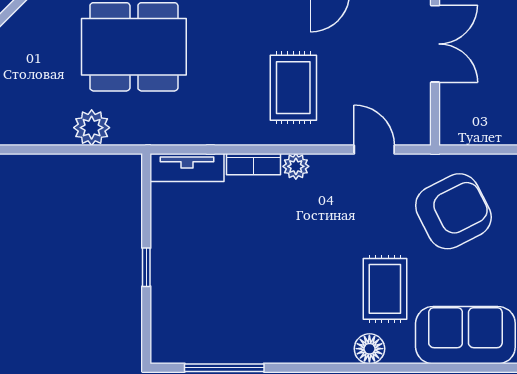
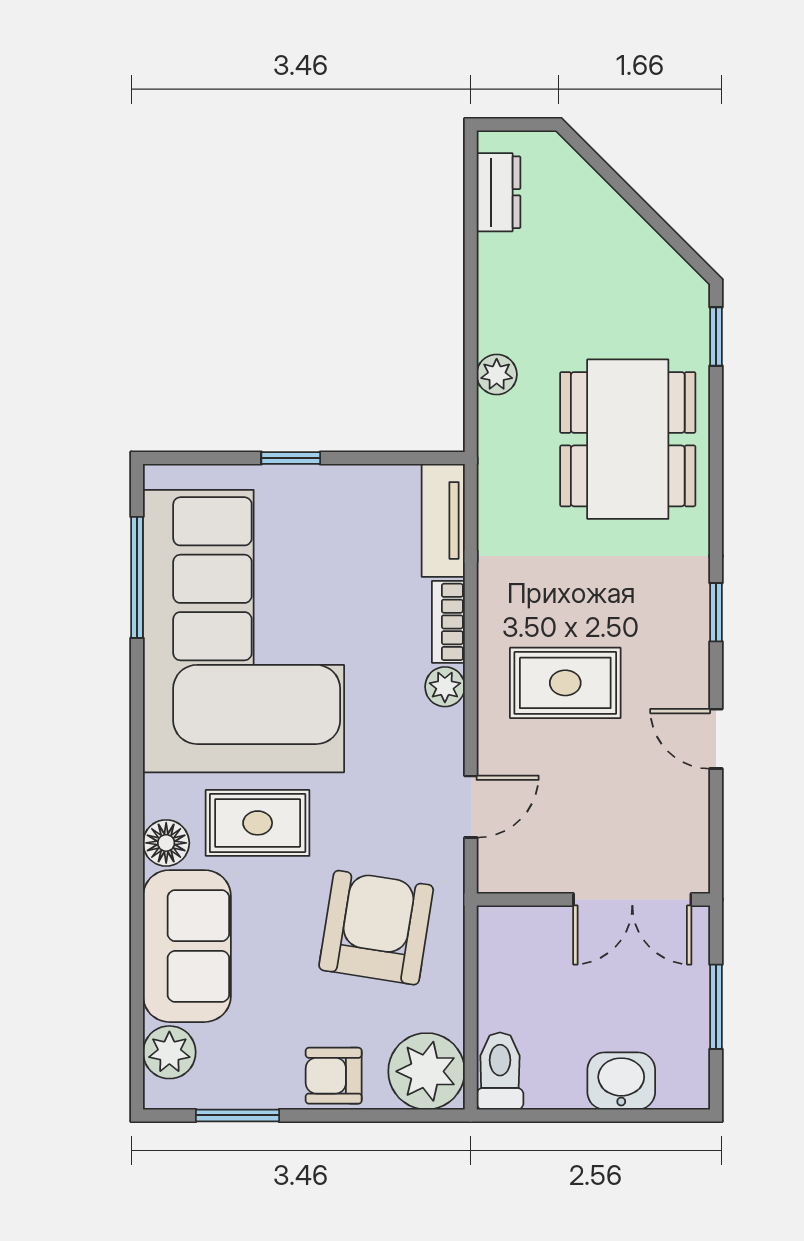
plant: (92, 128) -> (497, 374), width x0.73, depth x0.73
armchair: (453, 211) -> (376, 928), turned -144
corner sofa: (259, 298) -> (244, 631), added
floor lamp: (369, 349) -> (166, 843), moved

